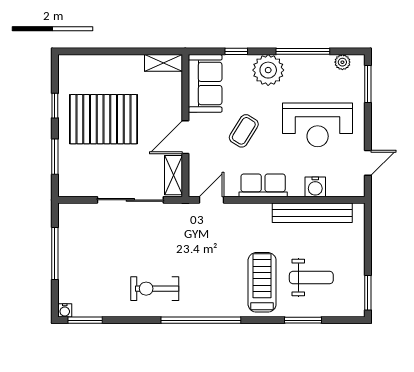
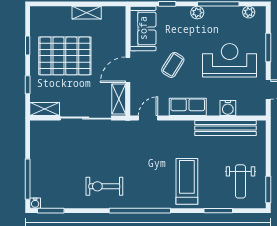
shelving: (164, 63) -> (87, 13), moved
plant: (268, 70) -> (197, 13), width x0.53, depth x0.53
window: (368, 84) -> (268, 47), moved
reception desk: (318, 125) -> (230, 60), turned 180
window: (55, 157) -> (28, 85), width x0.67
shelving: (77, 188) -> (45, 109), added
window: (55, 253) -> (28, 179), moved
weight bench: (311, 278) -> (240, 181), moved, turned 90

